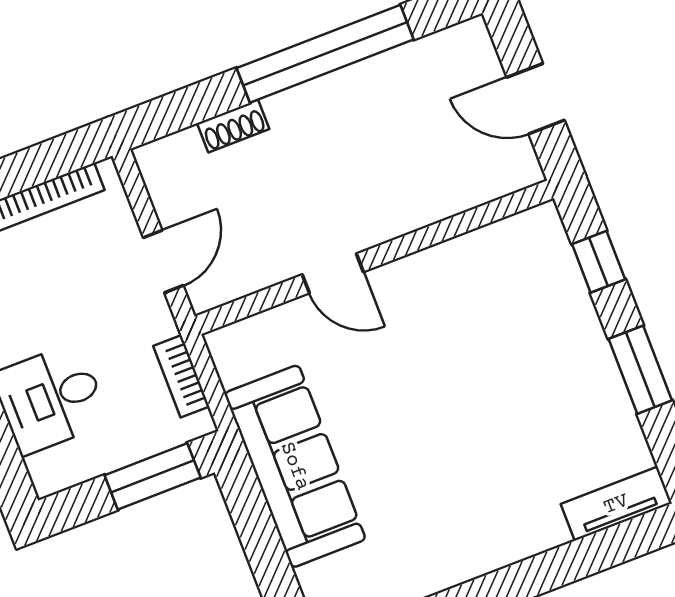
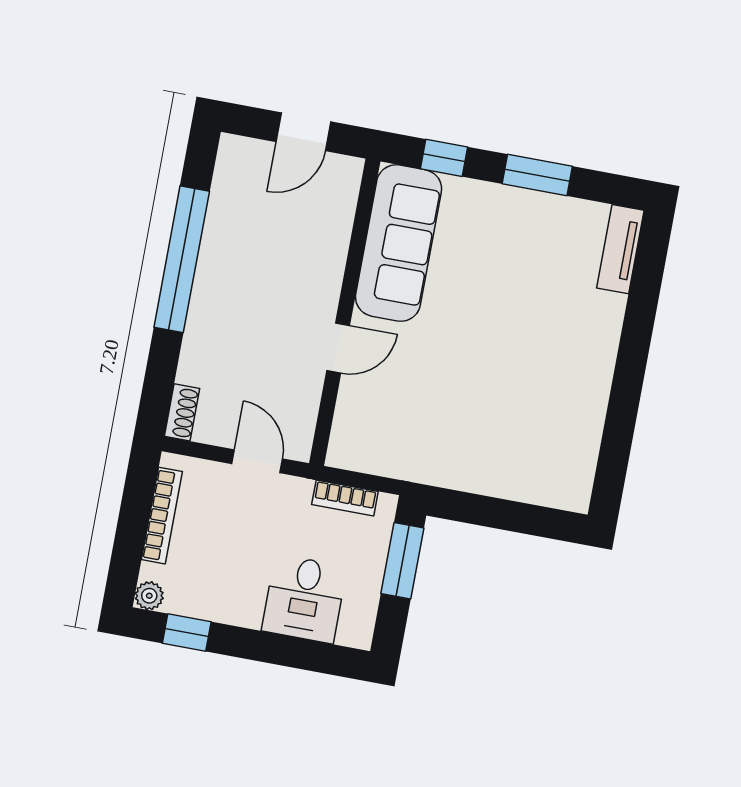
shoe rack: (233, 126) -> (182, 412), moved
sofa: (295, 466) -> (399, 243), moved, turned 90

